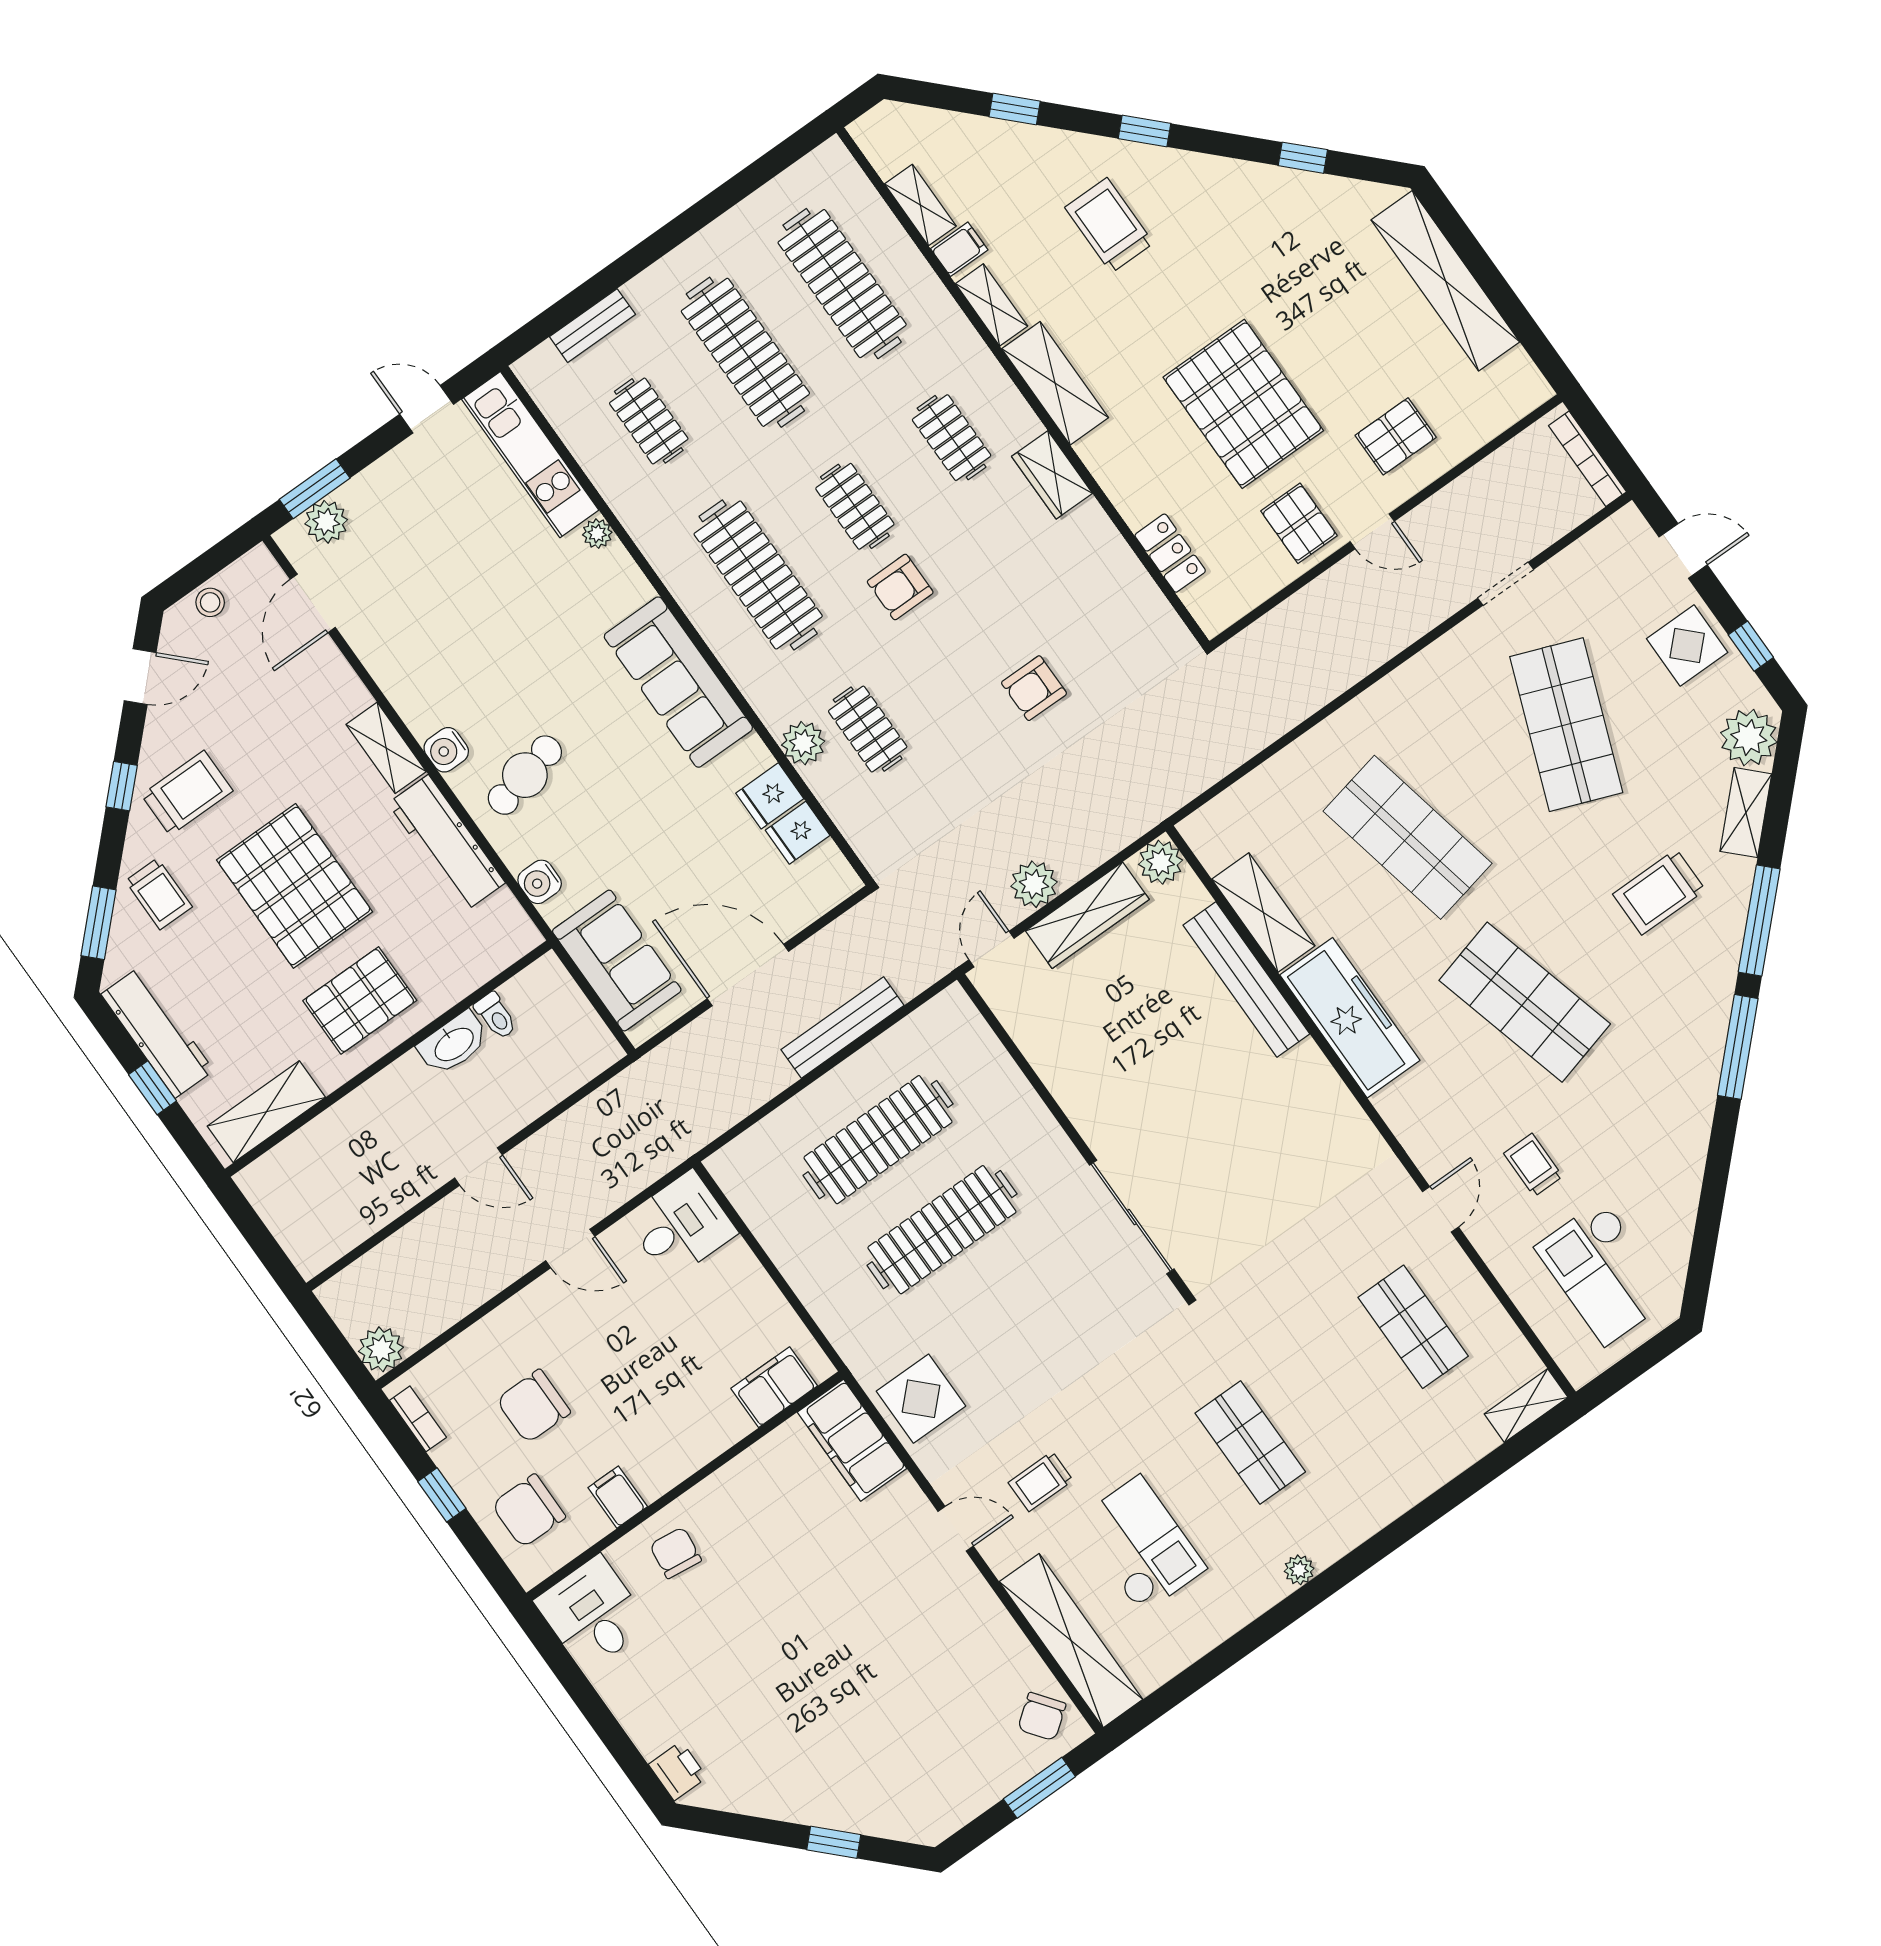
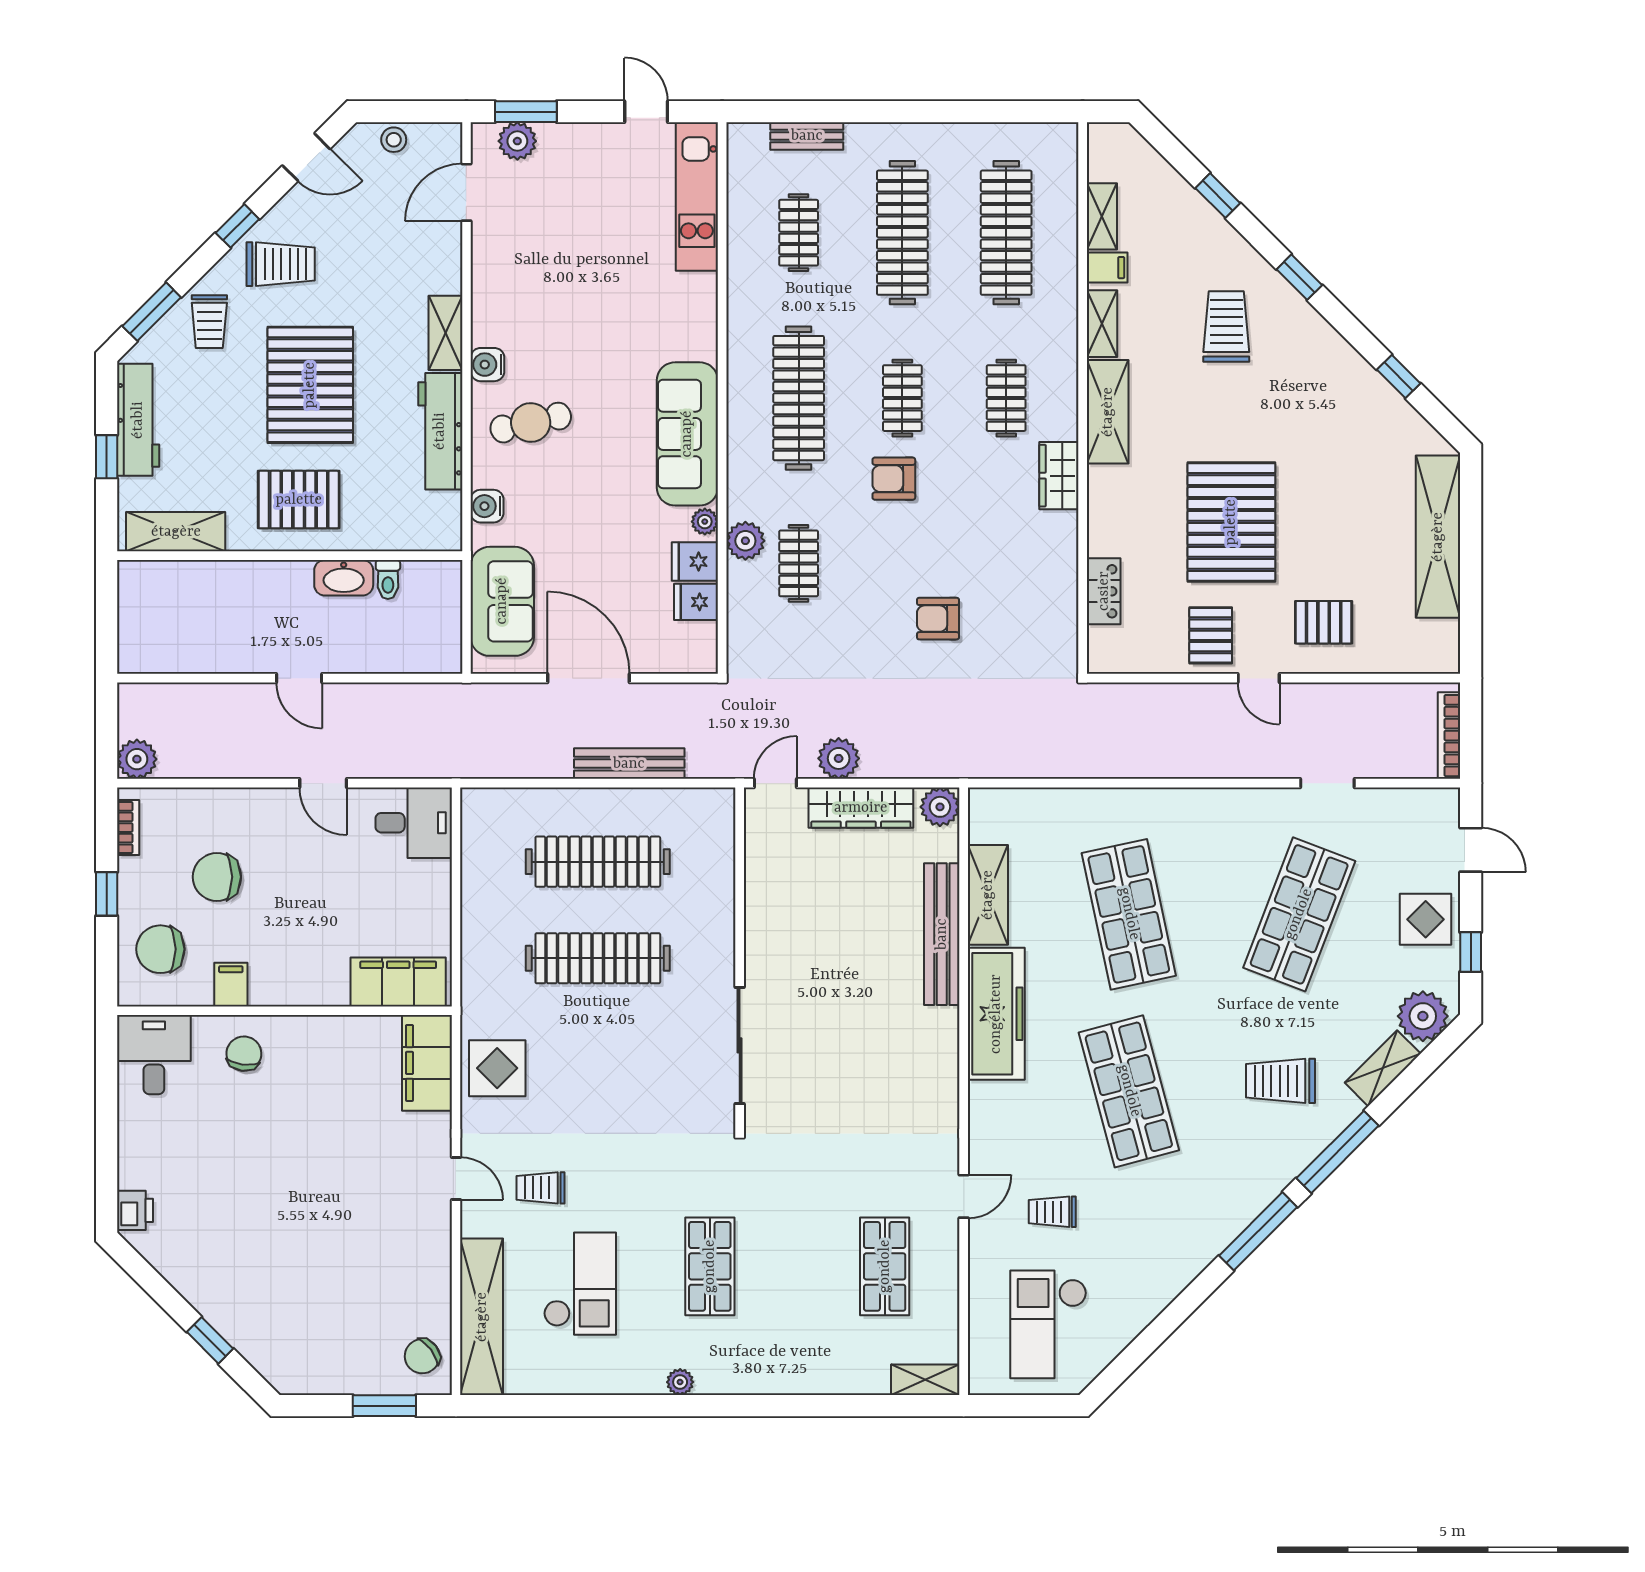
plant: (597, 534) -> (705, 522), moved
trolley: (1533, 1165) -> (1052, 1212), turned -90
filing cabinet: (774, 1387) -> (398, 982), width x1.50, depth x1.17

